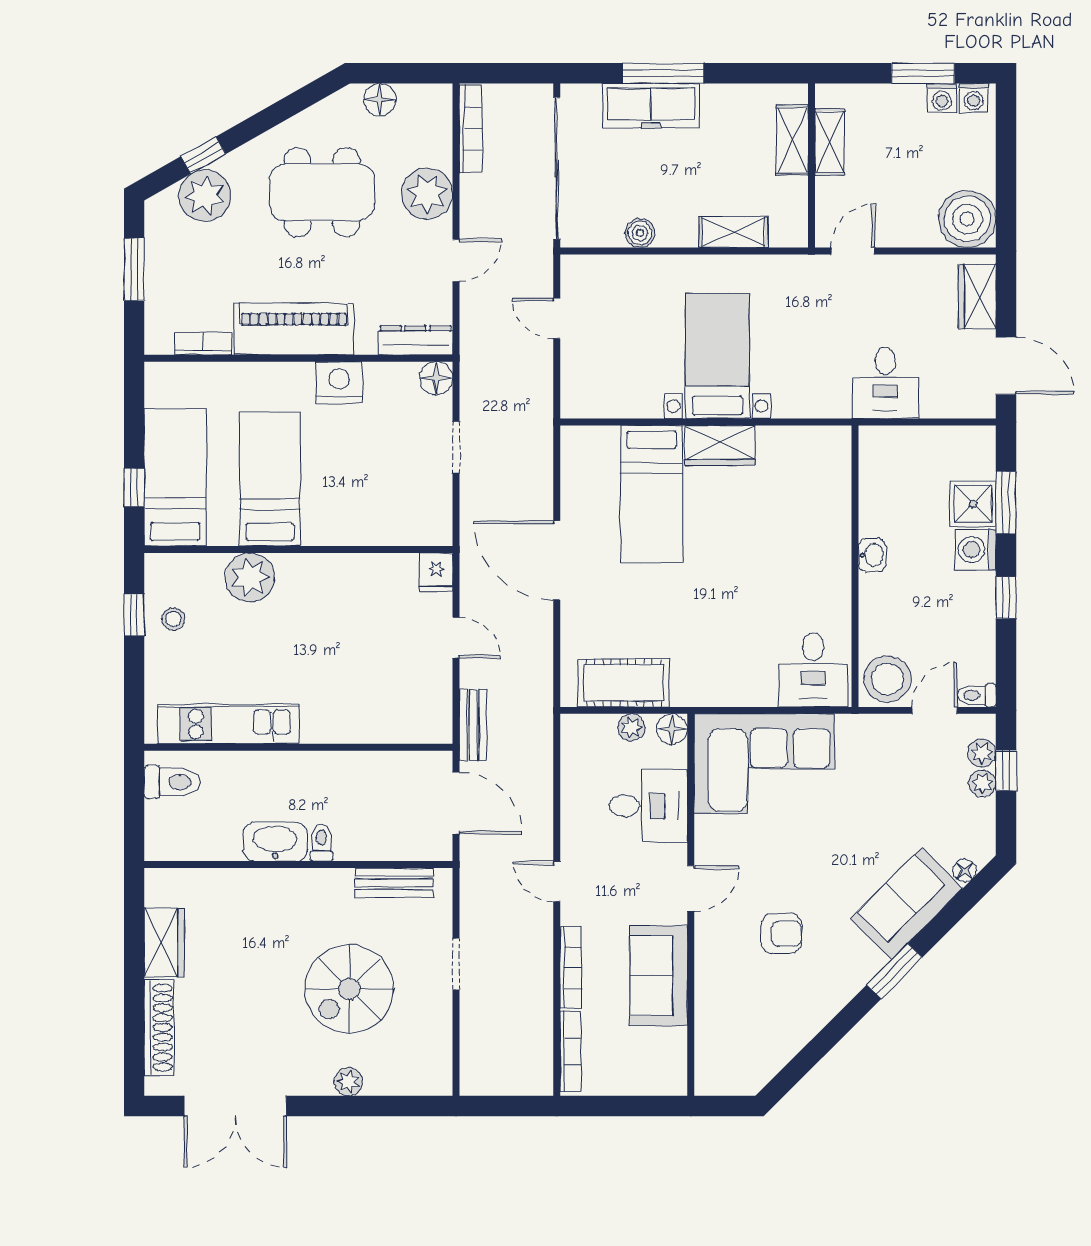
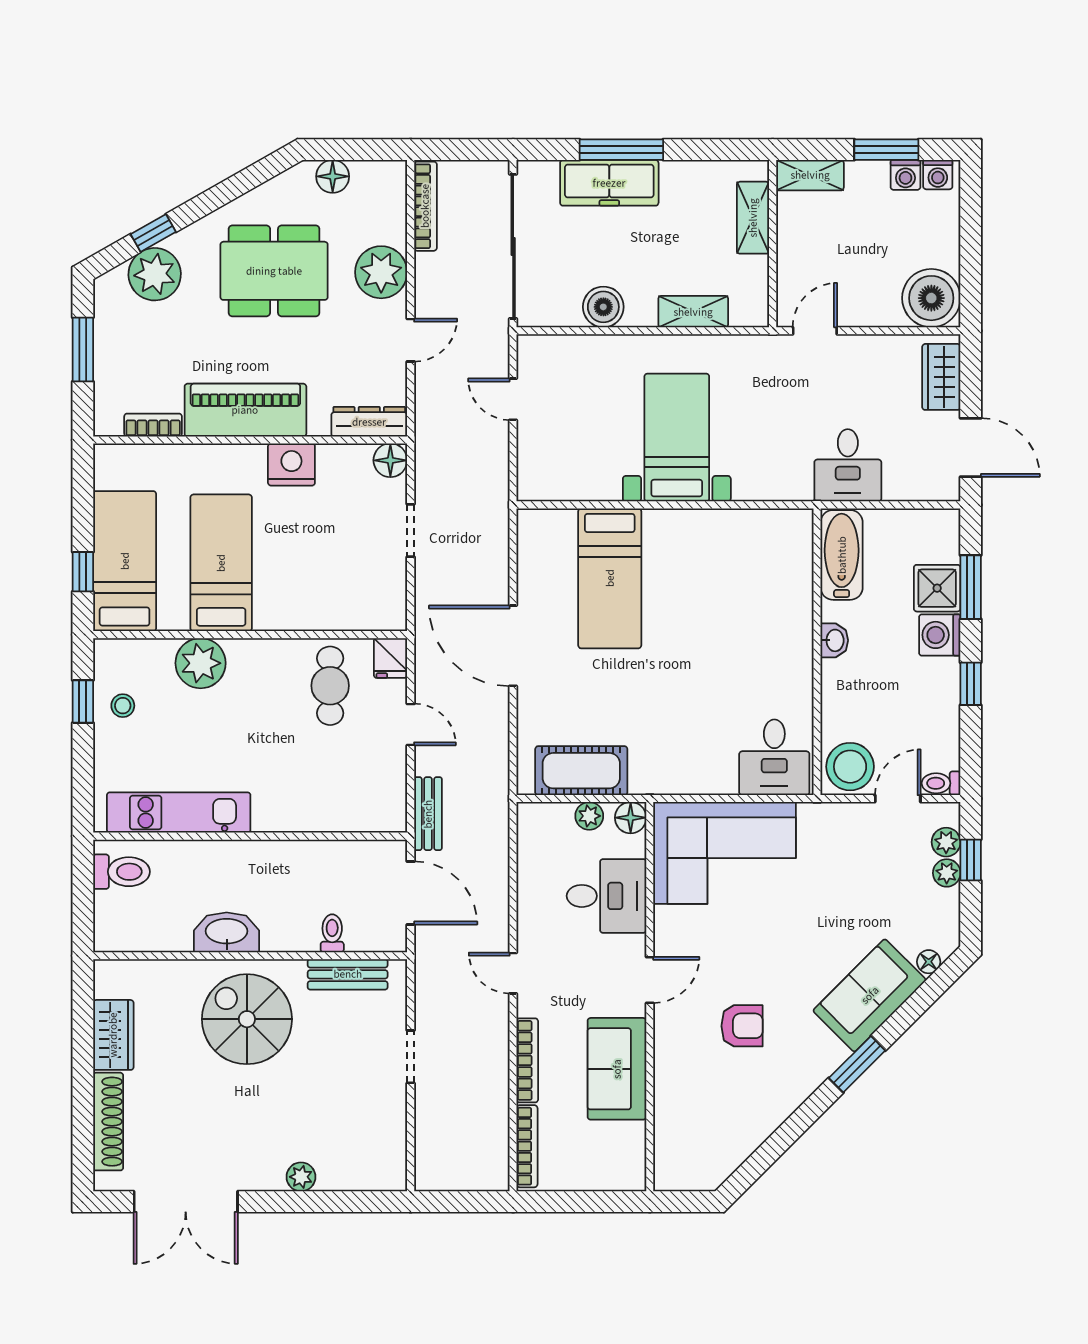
shelving: (830, 142) -> (810, 175), moved, turned 90
boiler: (640, 233) -> (603, 307), width x1.36, depth x1.36
wardrobe: (720, 446) -> (679, 529), removed
bathtub: (879, 471) -> (842, 555), added
cafe table: (377, 600) -> (330, 686), added
toilet: (321, 843) -> (332, 933), moved
spiral stairs: (349, 989) -> (247, 1019), moved, turned 90

